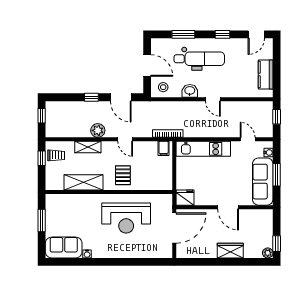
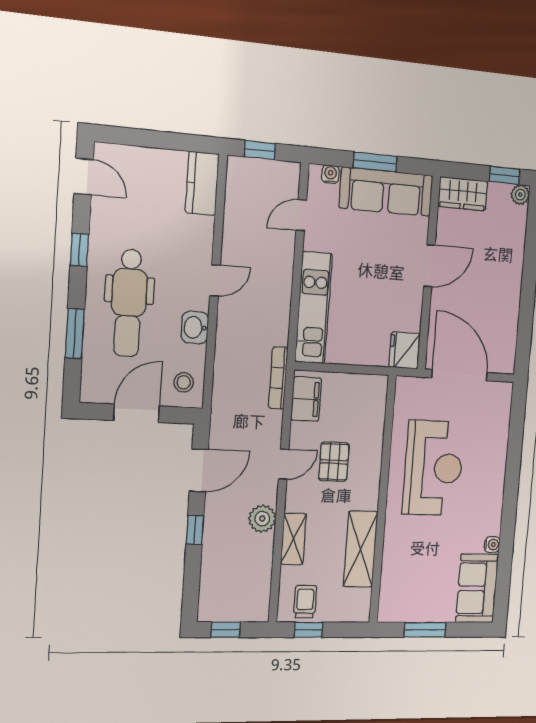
dental chair: (199, 59) -> (129, 303), turned 180
kitchen counter: (266, 75) -> (202, 183), moved, turned 90
filing cabinet: (164, 148) -> (306, 399), width x2.00
pallet: (123, 175) -> (334, 462), moved, turned 90
wardrobe: (230, 251) -> (463, 194), moved, turned -90

